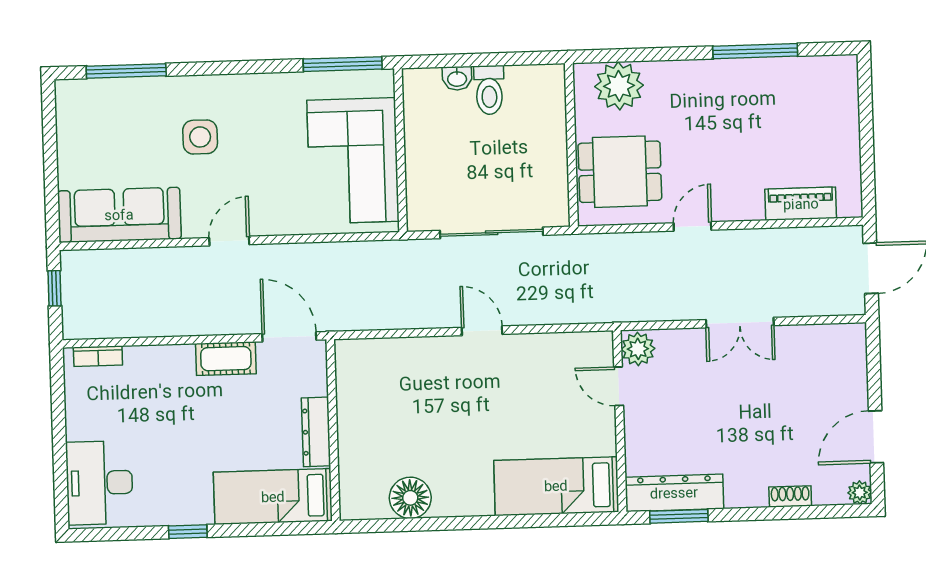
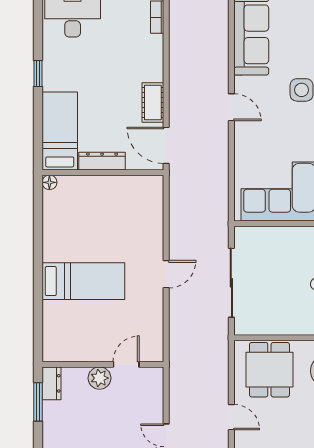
door: (289, 337) -> (166, 145), swing flipped
plant: (638, 349) -> (100, 378), moved
bed: (556, 486) -> (83, 281), moved, turned 90
dresser: (674, 493) -> (51, 383), width x0.51, depth x0.80
floor lamp: (410, 498) -> (49, 182), moved, width x0.53, depth x0.53

